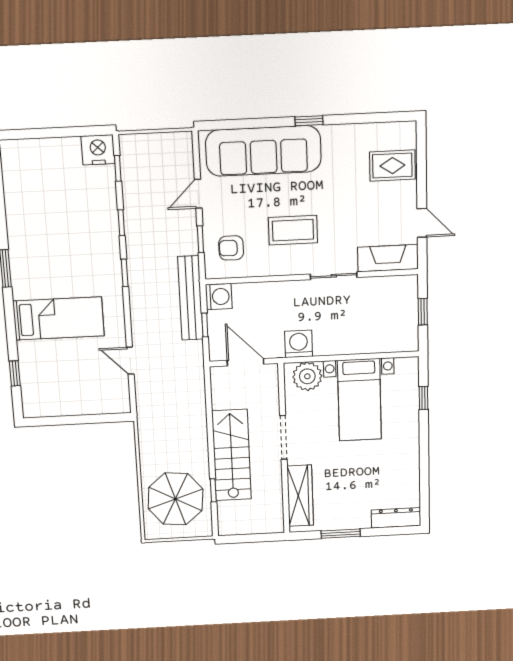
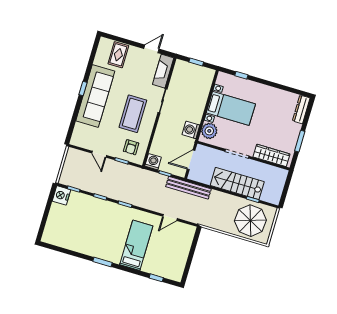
sofa: (263, 151) -> (95, 96), moved
coffee table: (293, 230) -> (133, 114), width x1.36, depth x1.32
bench: (190, 298) -> (188, 188), moved

